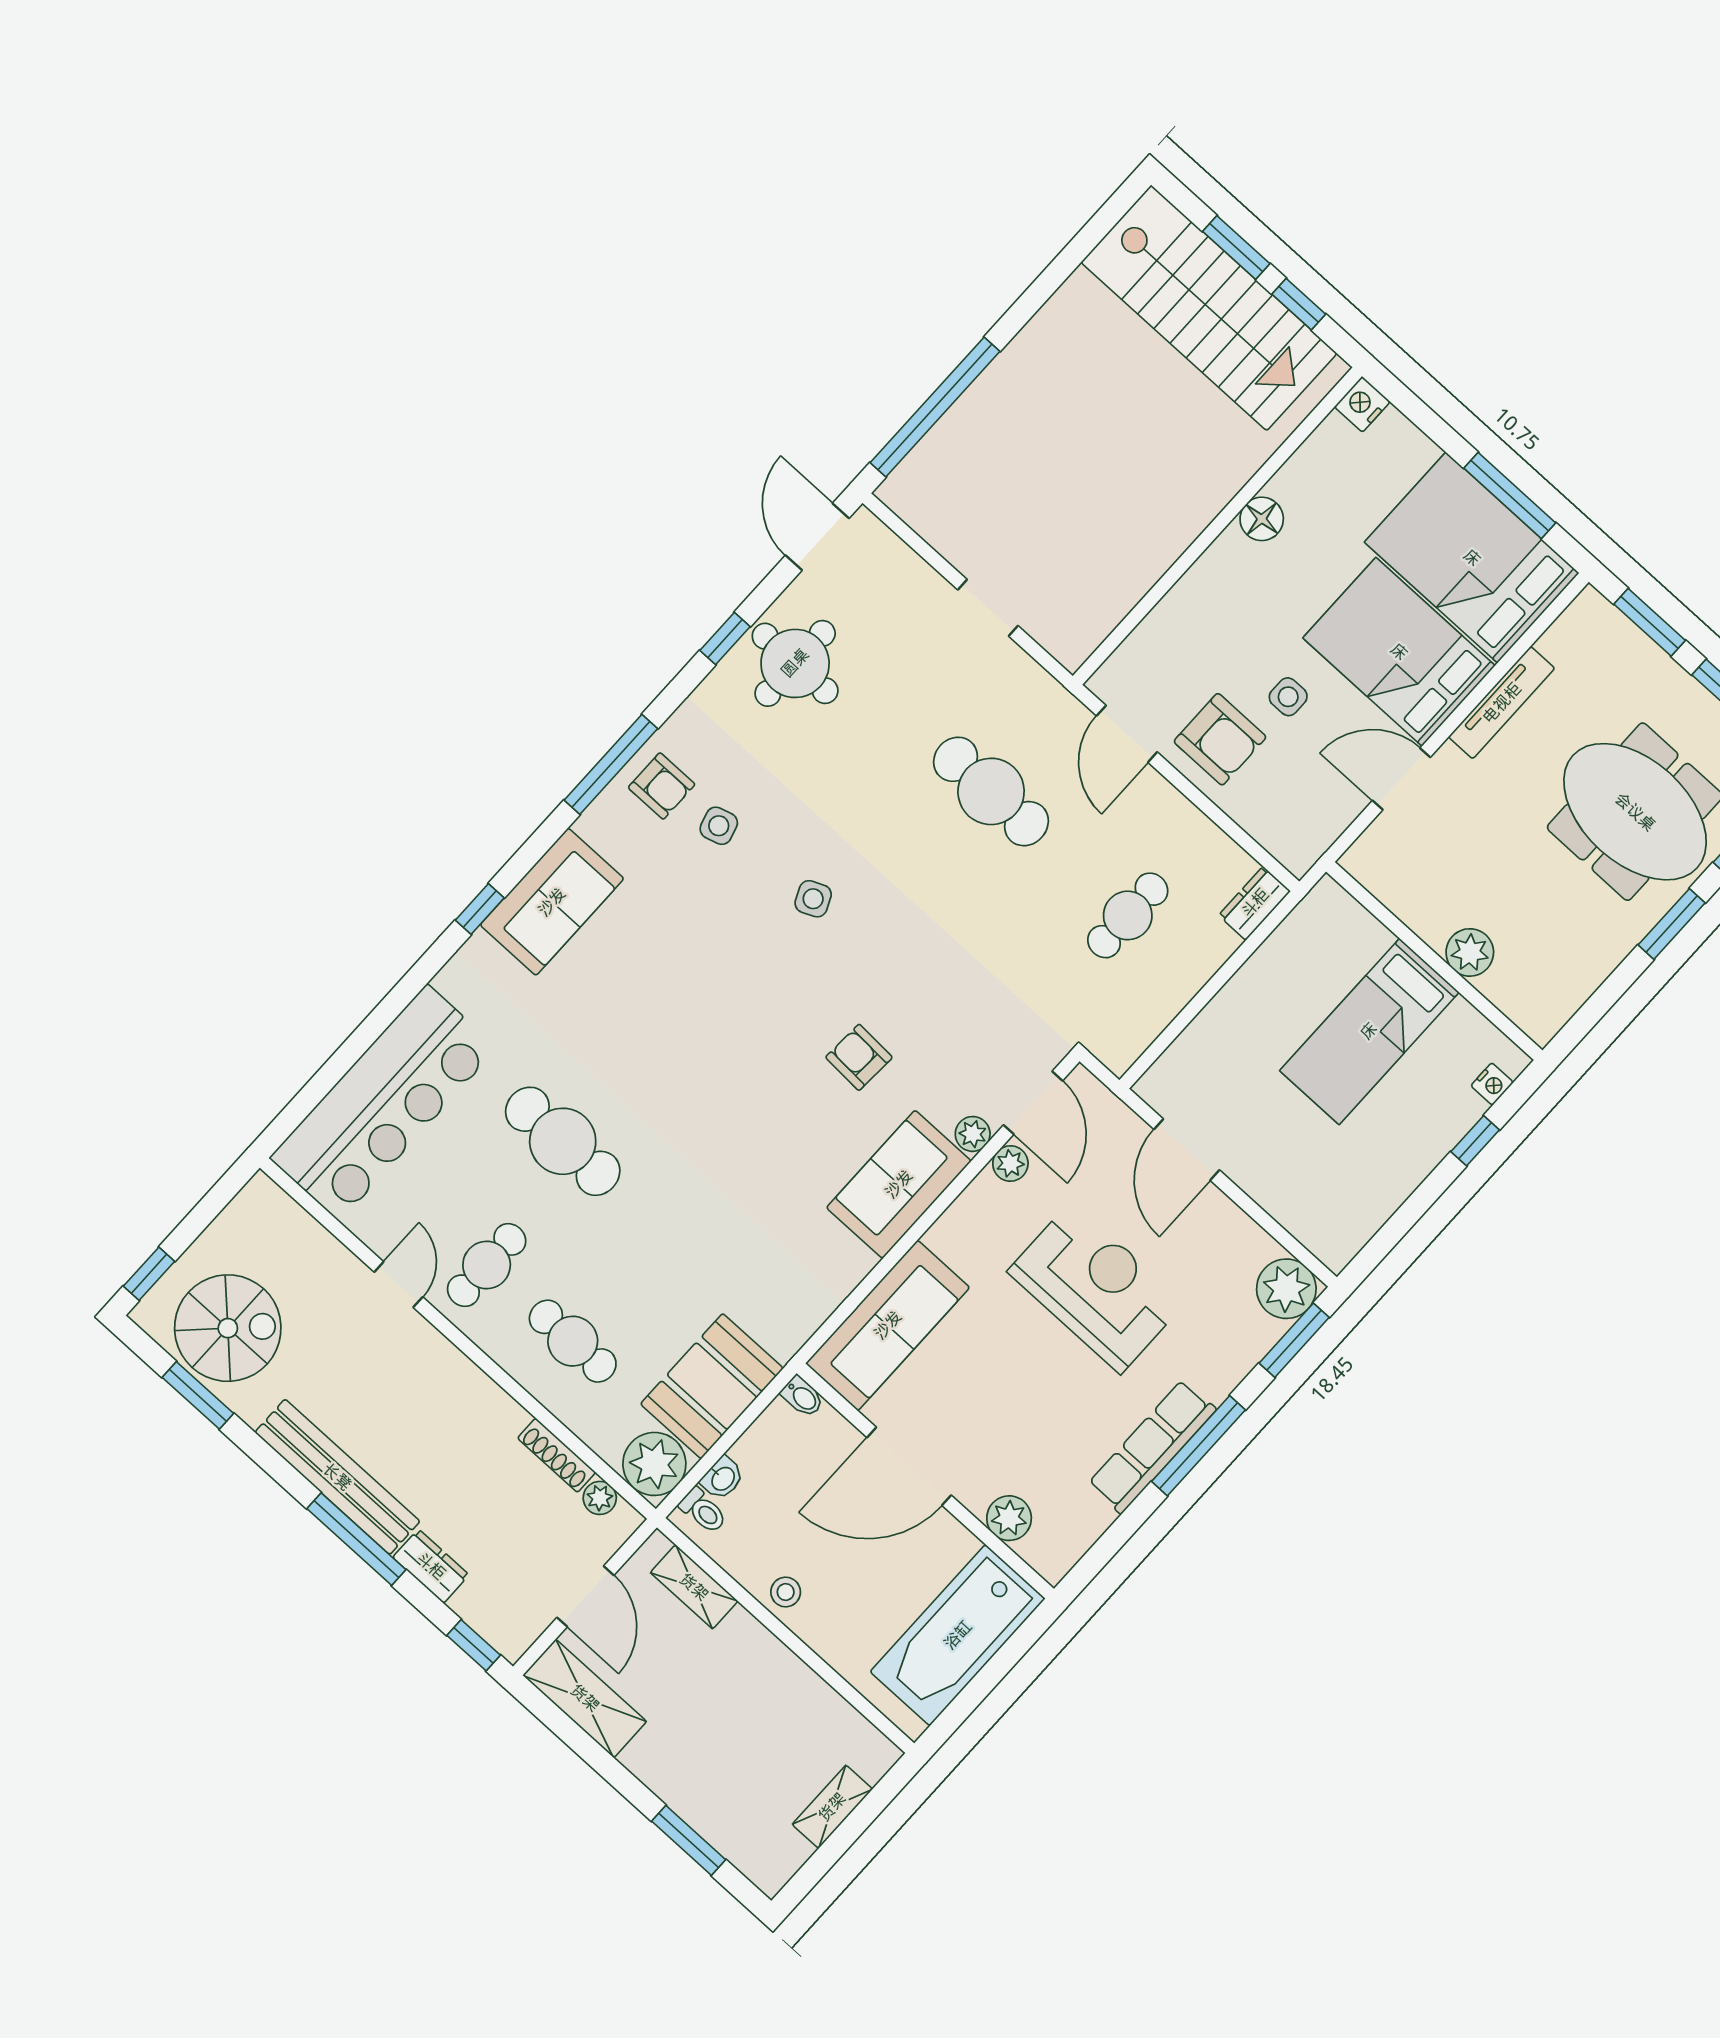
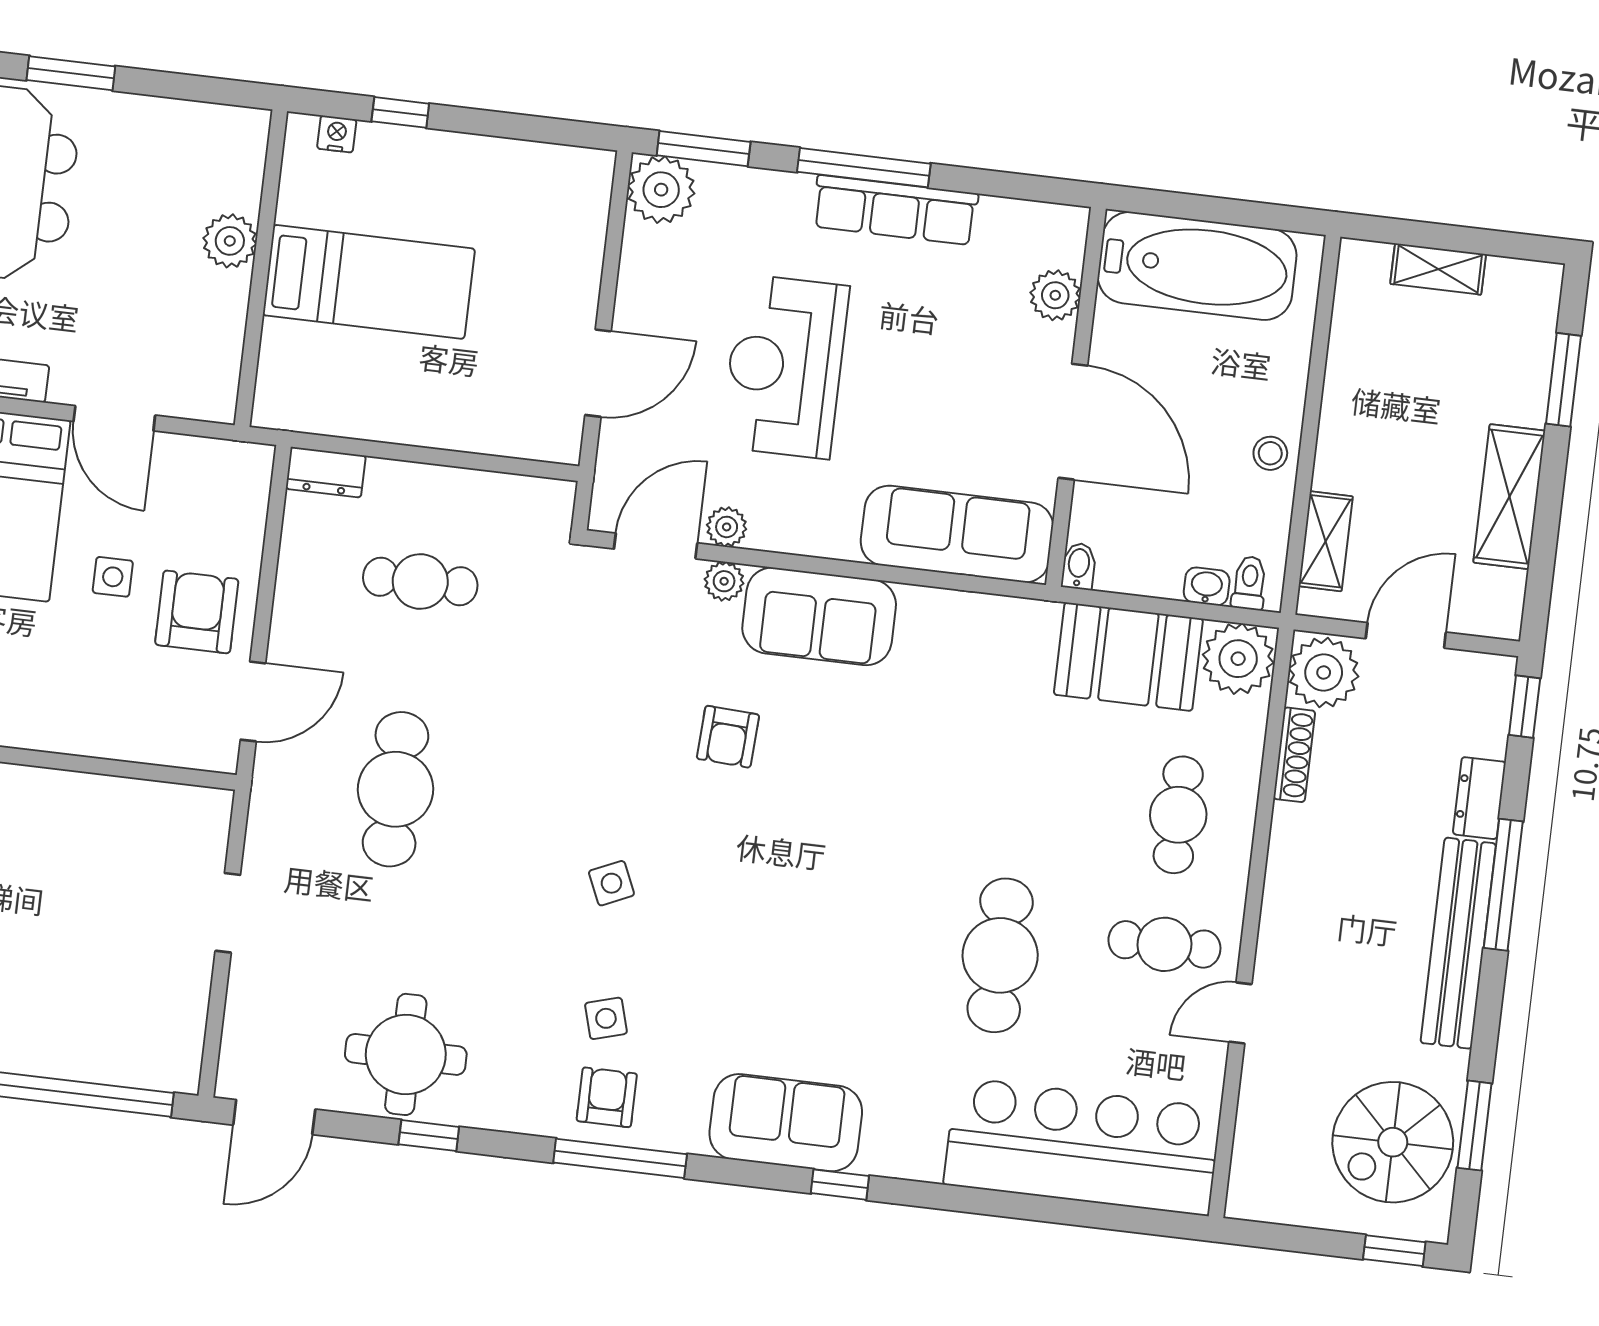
spiral stairs: (228, 1328) -> (1393, 1142), turned -90
plant: (600, 1498) -> (1324, 673), width x1.88, depth x1.88
shelving: (585, 1698) -> (1509, 497), moved

